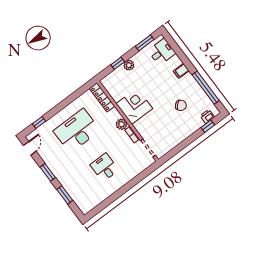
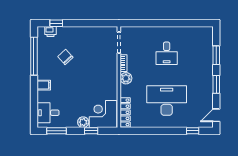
corner desk: (134, 106) -> (103, 114), moved, turned 90
desk: (77, 131) -> (167, 101), turned 180

